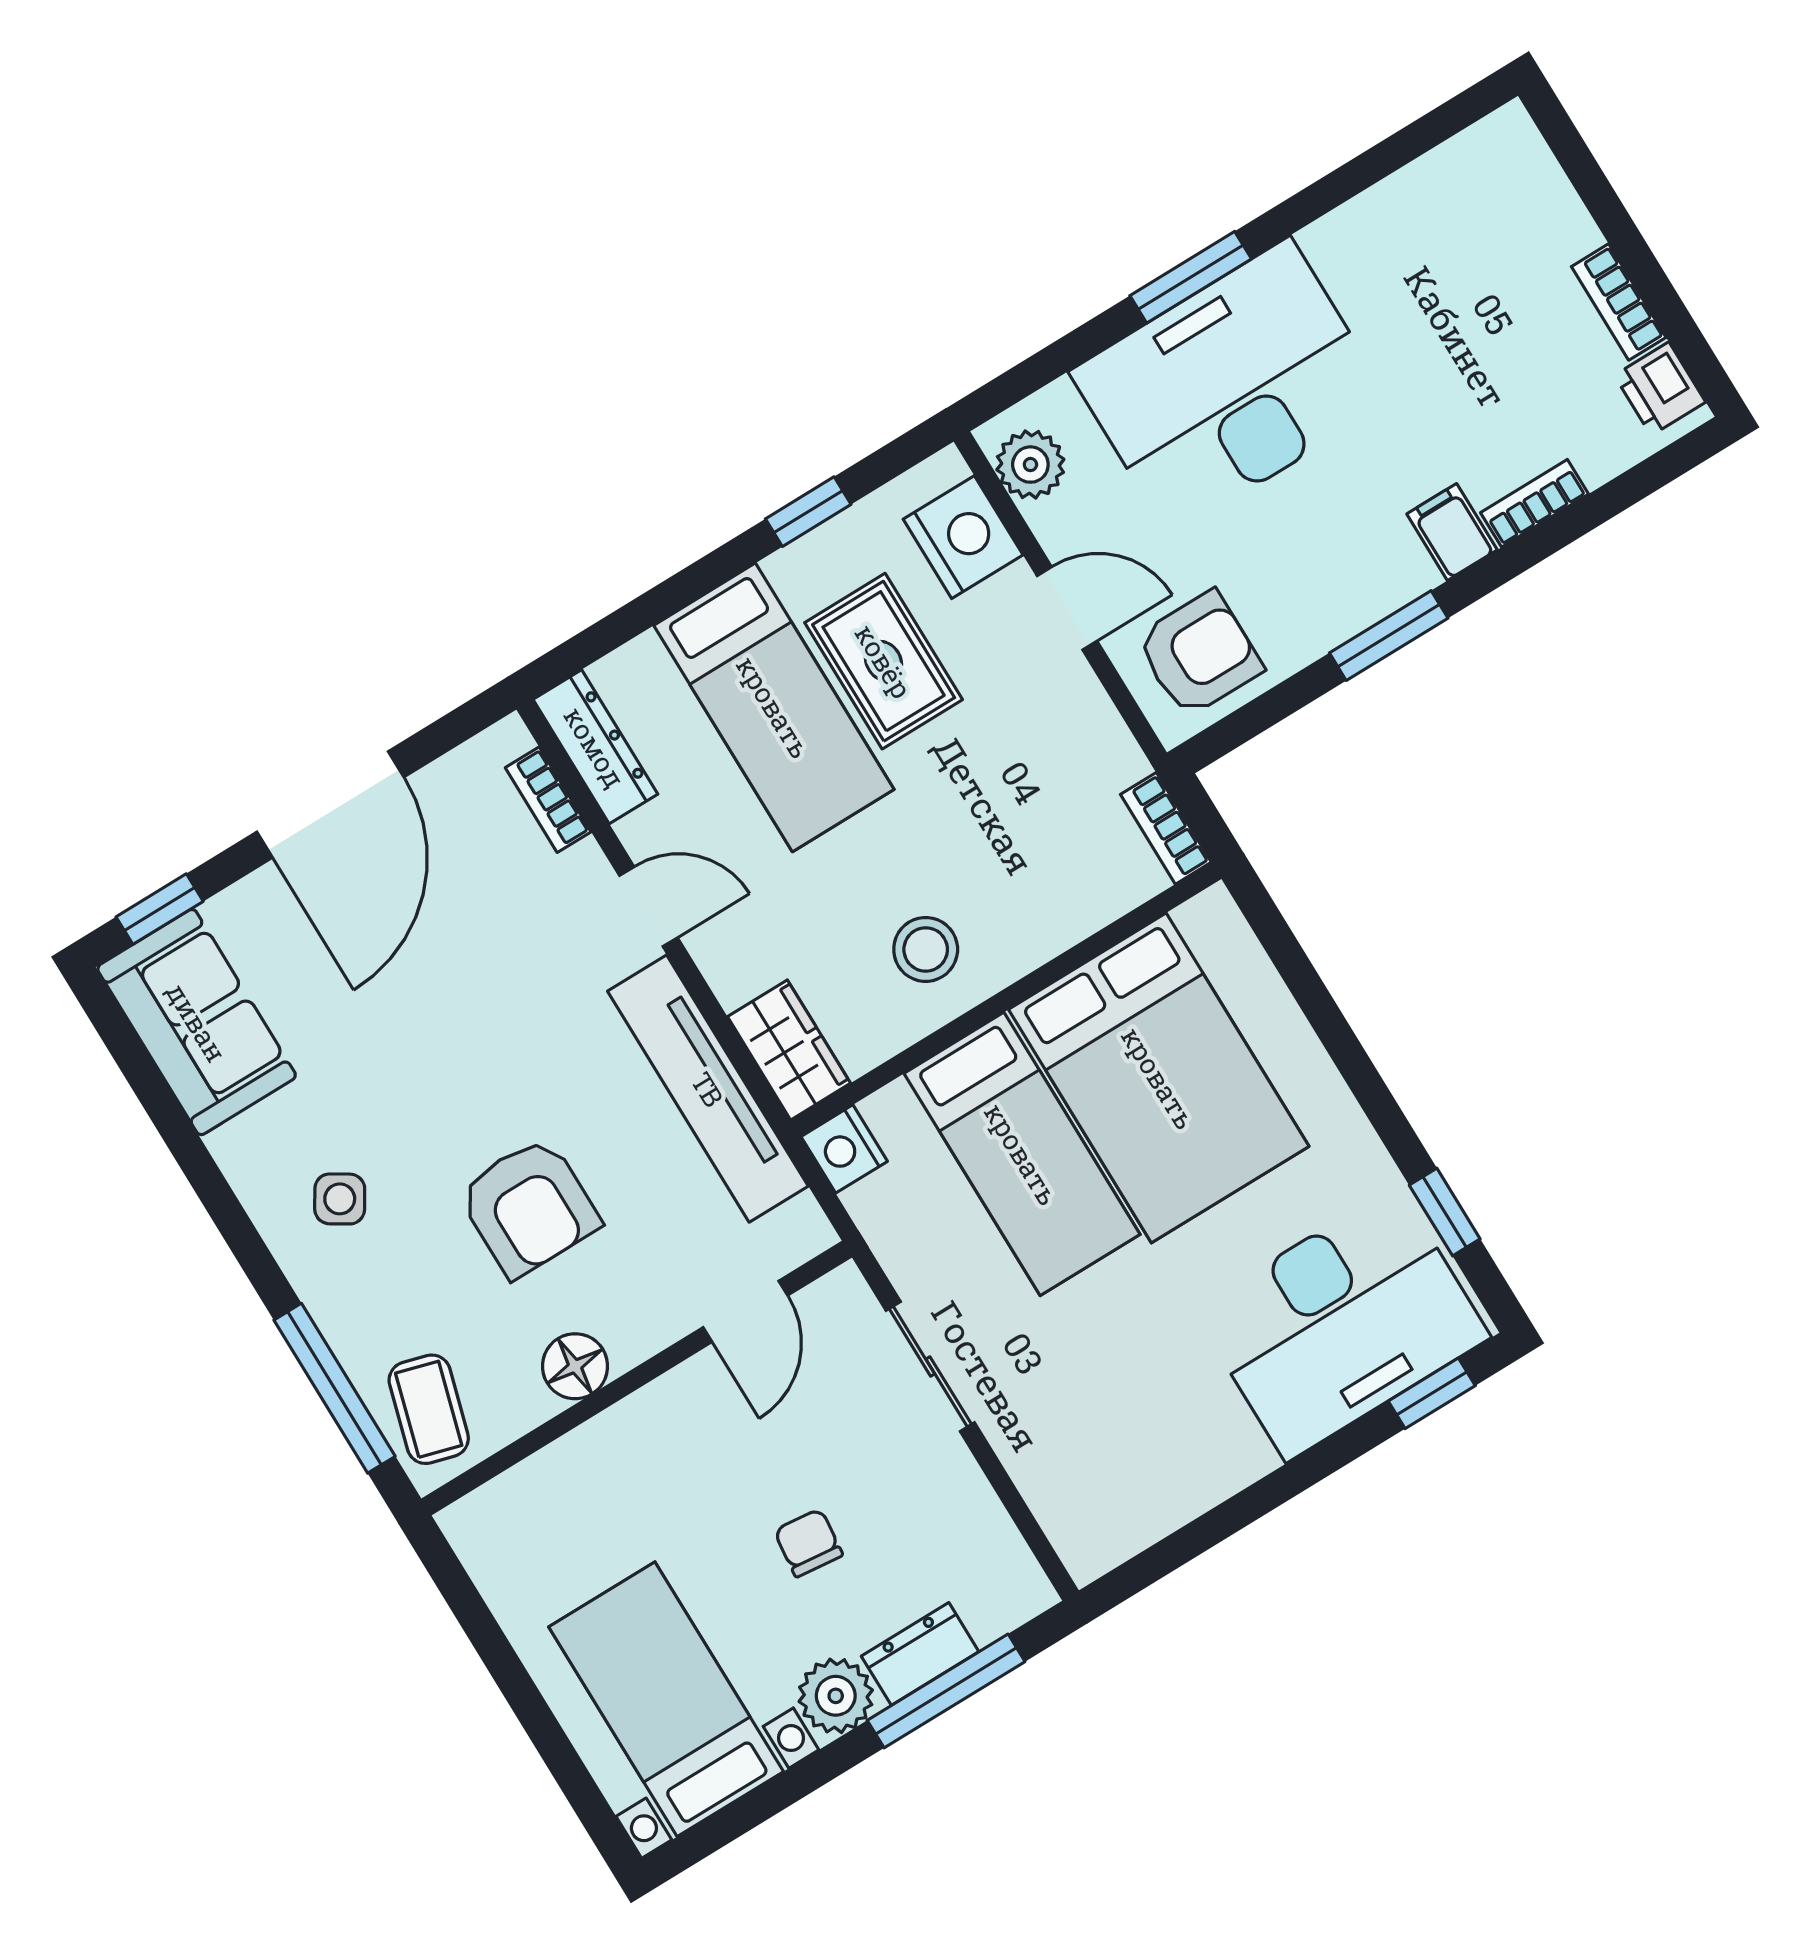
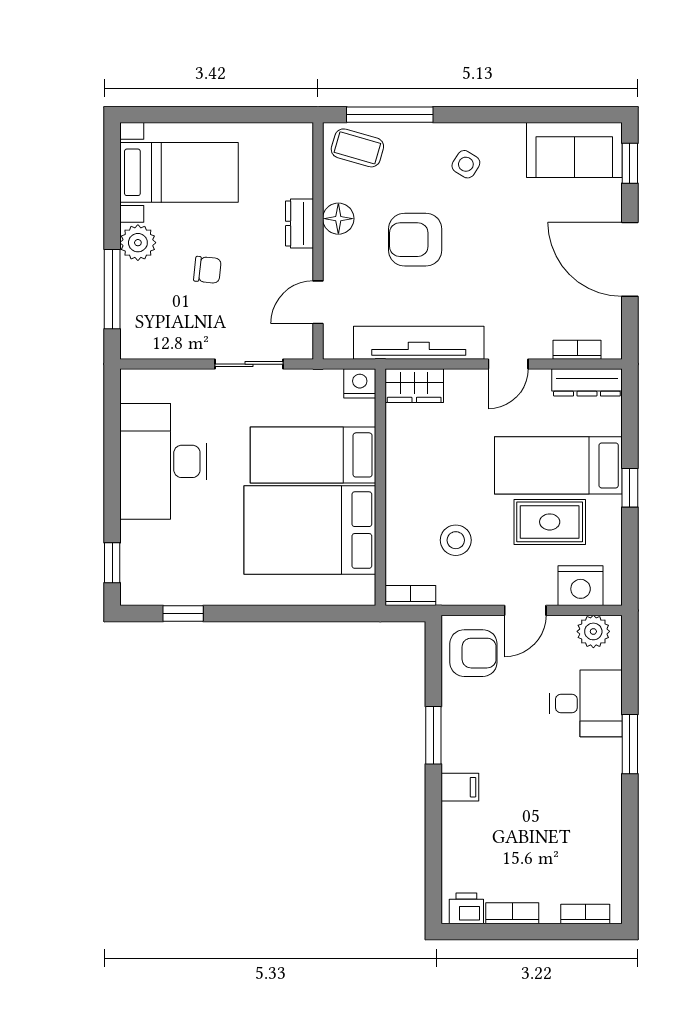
desk: (1230, 387) -> (586, 703), width x0.53, depth x0.77
bookcase: (1534, 503) -> (585, 914), moved, turned -90
window: (808, 512) -> (630, 488), moved
armchair: (1199, 654) -> (473, 653), turned -90
stool: (926, 949) -> (456, 540), moved
door: (745, 1311) -> (318, 302), hinge flipped
desk: (1342, 1323) -> (163, 461), moved
dresser: (920, 1654) -> (299, 223), moved, turned 180

